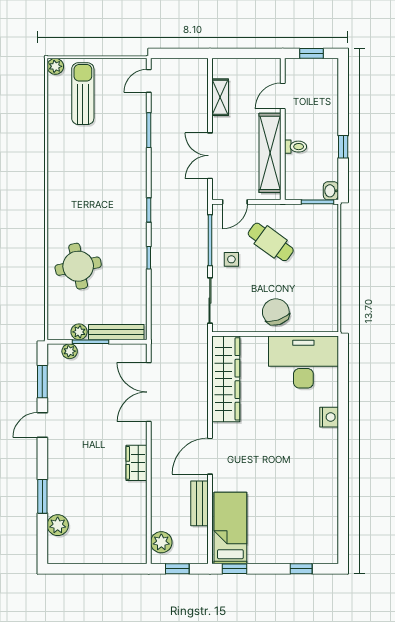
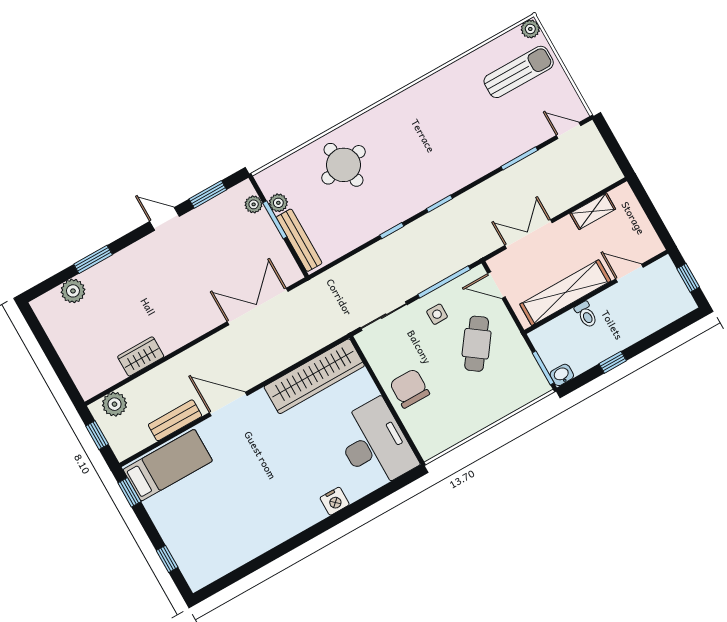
chair: (276, 312) -> (410, 388), turned -72
wardrobe: (136, 463) -> (141, 356), moved

